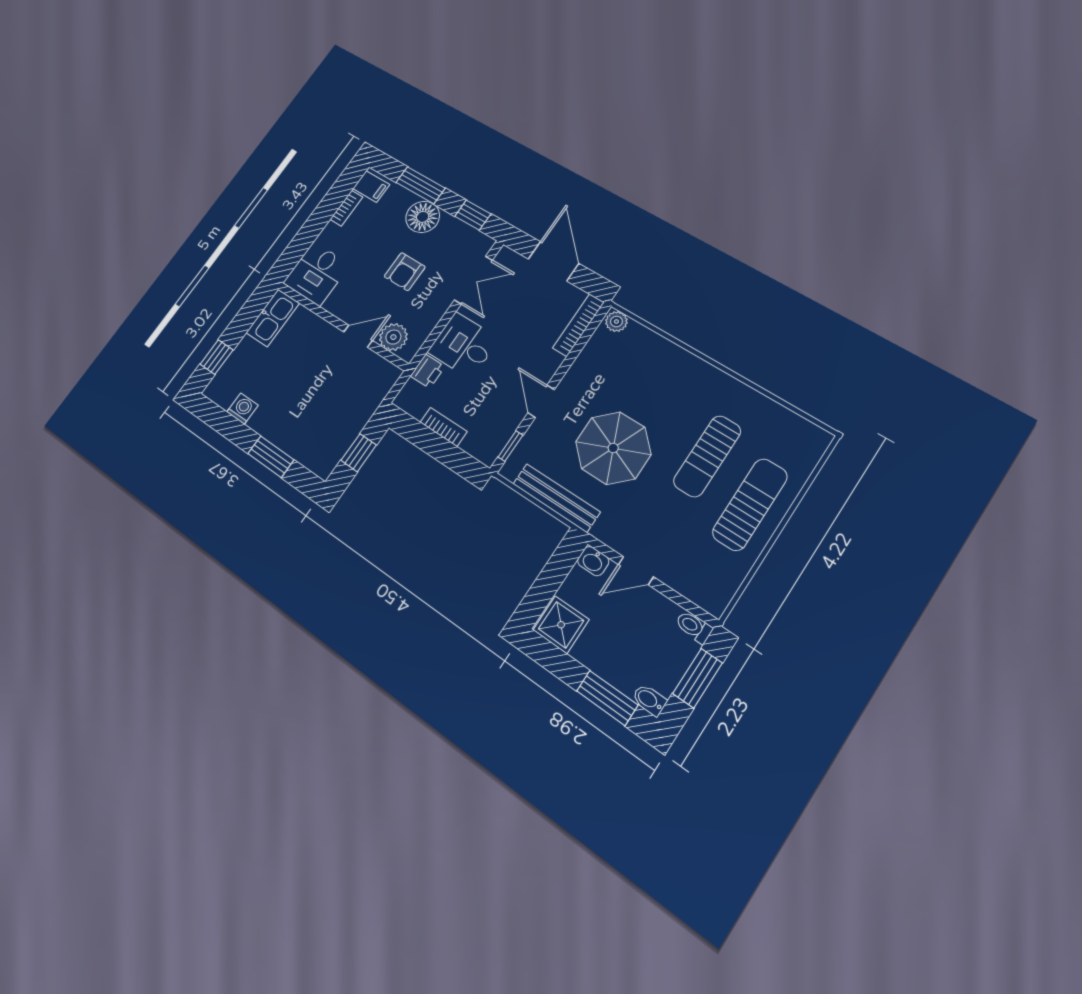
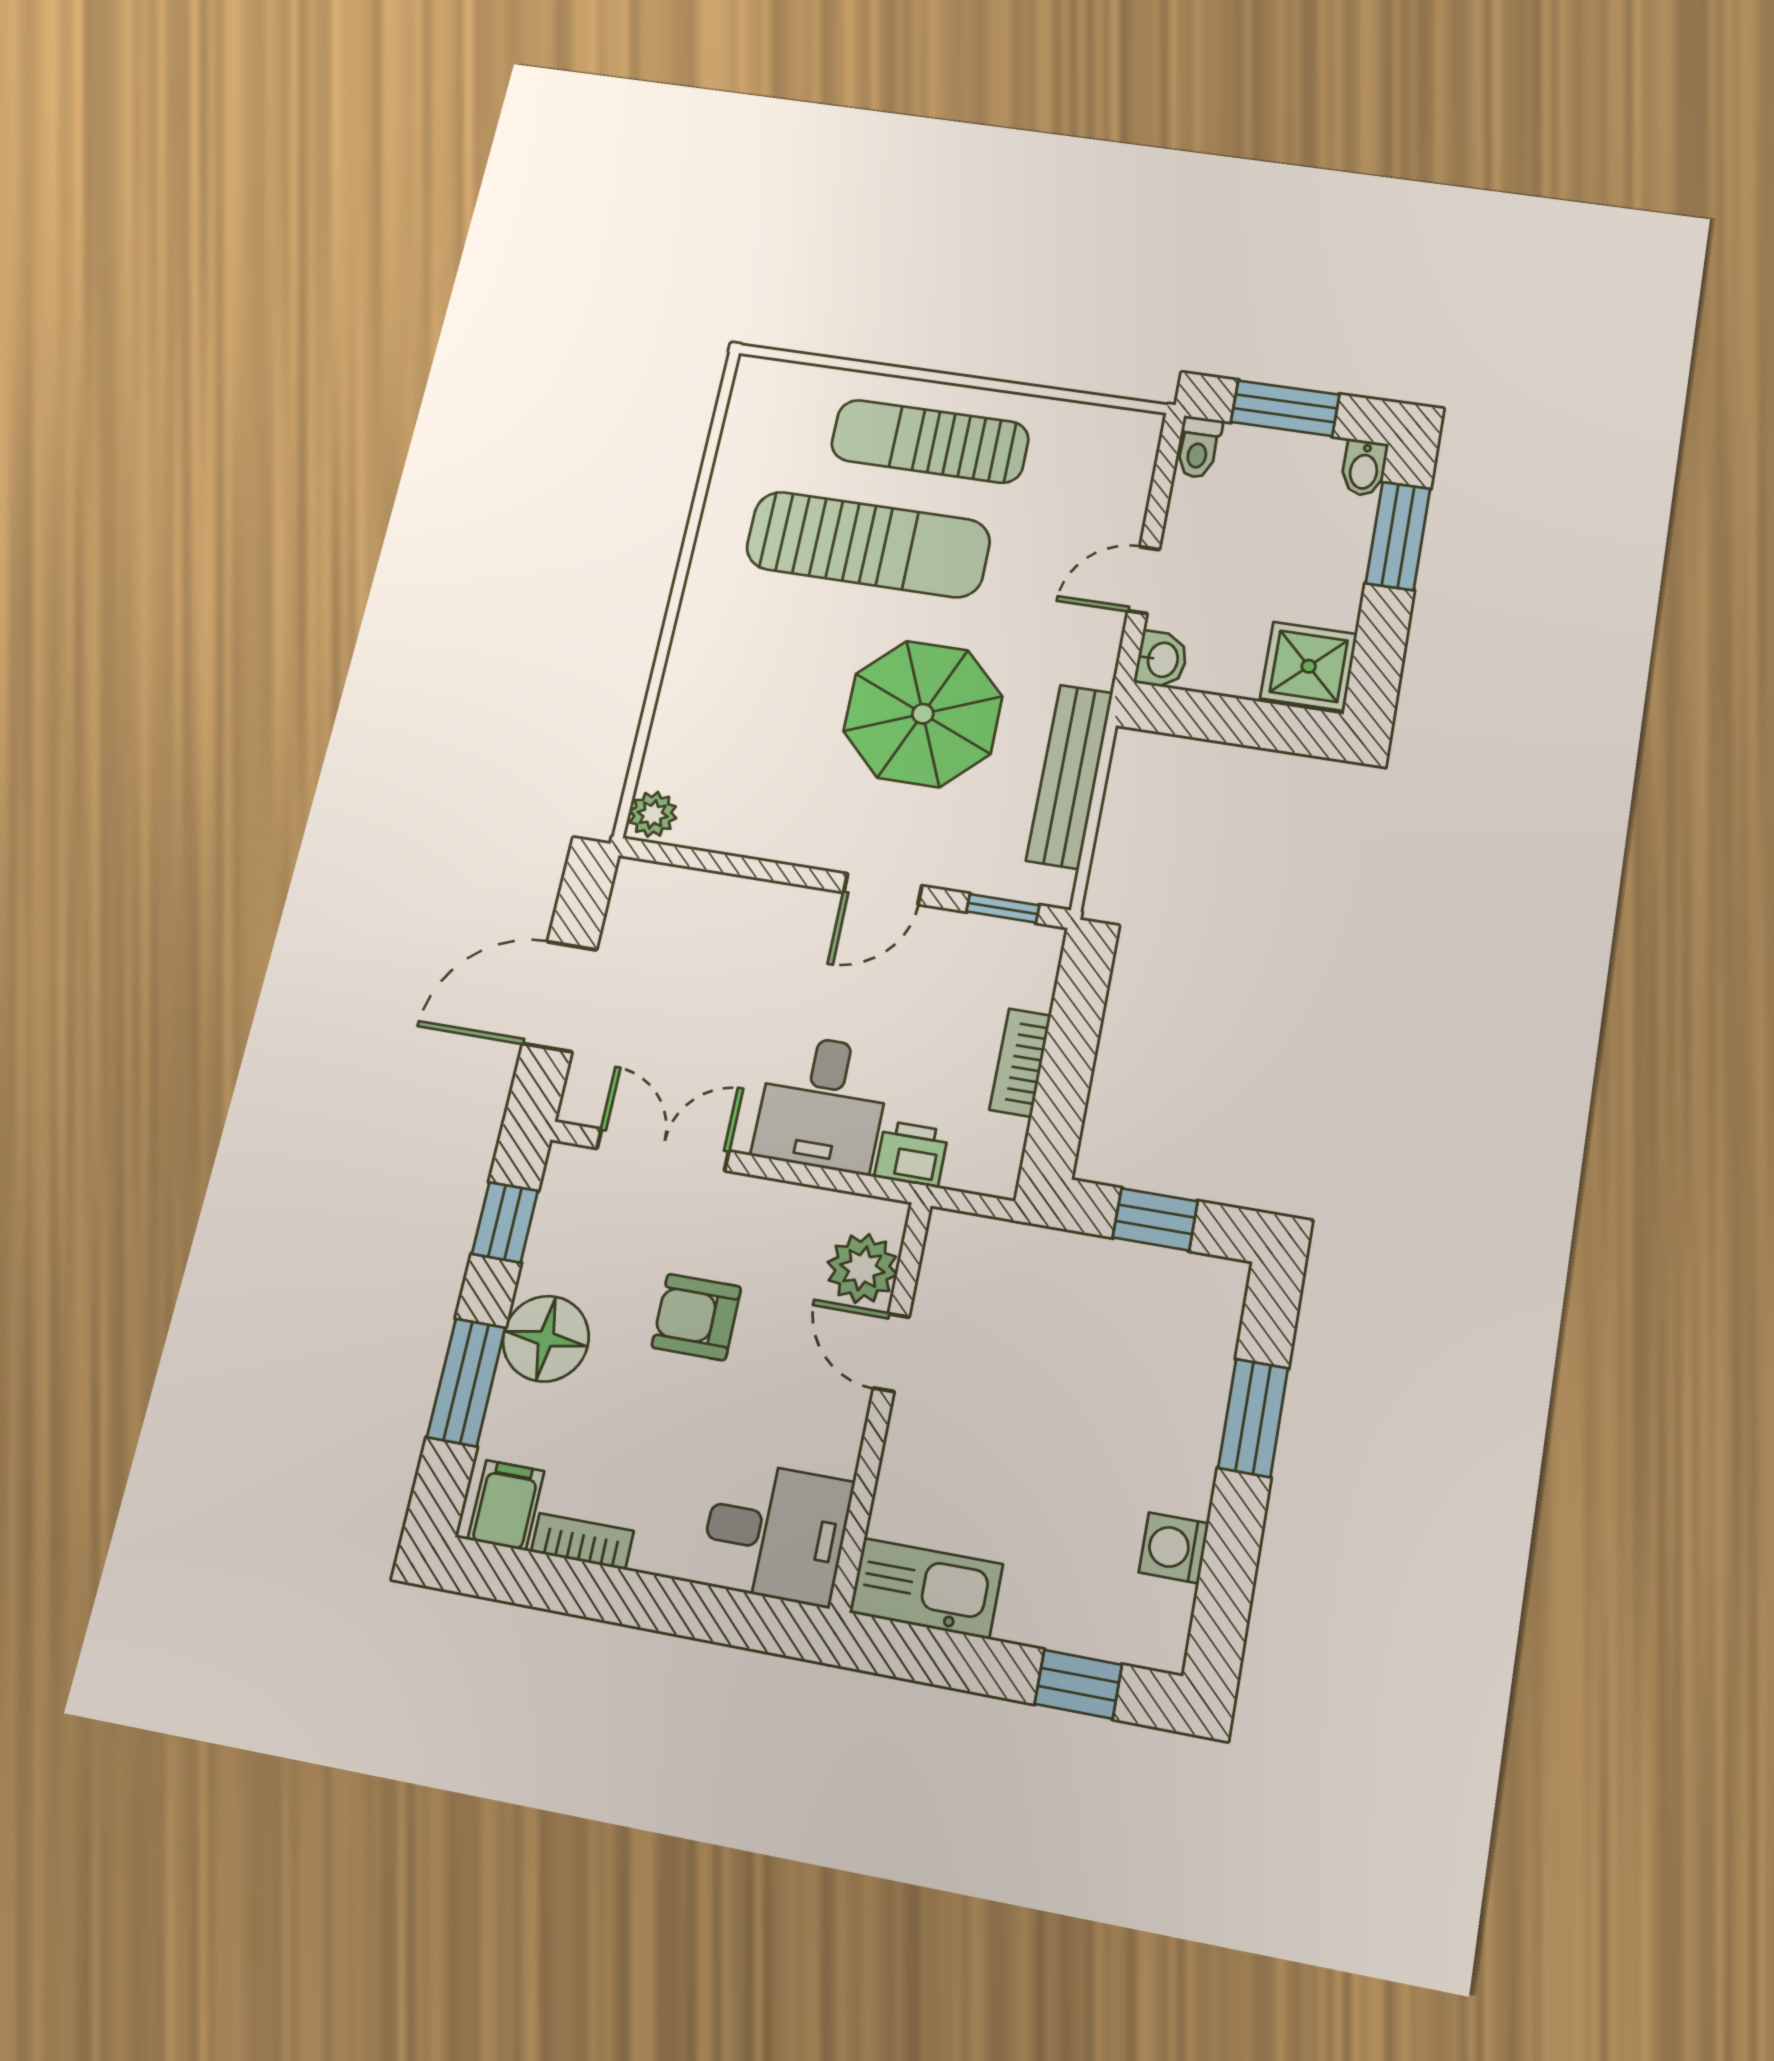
armchair: (405, 272) -> (696, 1317), turned 180
bookcase: (578, 325) -> (688, 885), removed
sun lounger: (707, 456) -> (868, 545), width x1.36, depth x1.34
door: (636, 571) -> (1144, 580), swing flipped

